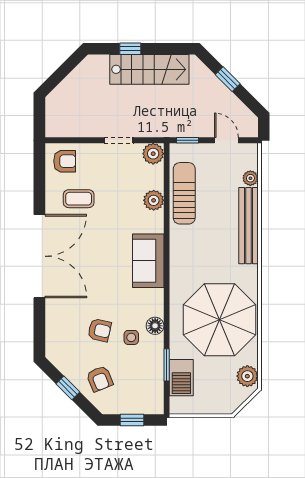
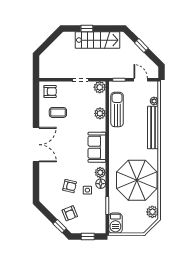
double door: (39, 256) -> (36, 145), width x0.73
plant: (154, 306) -> (100, 172), added
barbecue: (181, 378) -> (115, 223), moved
window: (68, 388) -> (60, 226), moved

